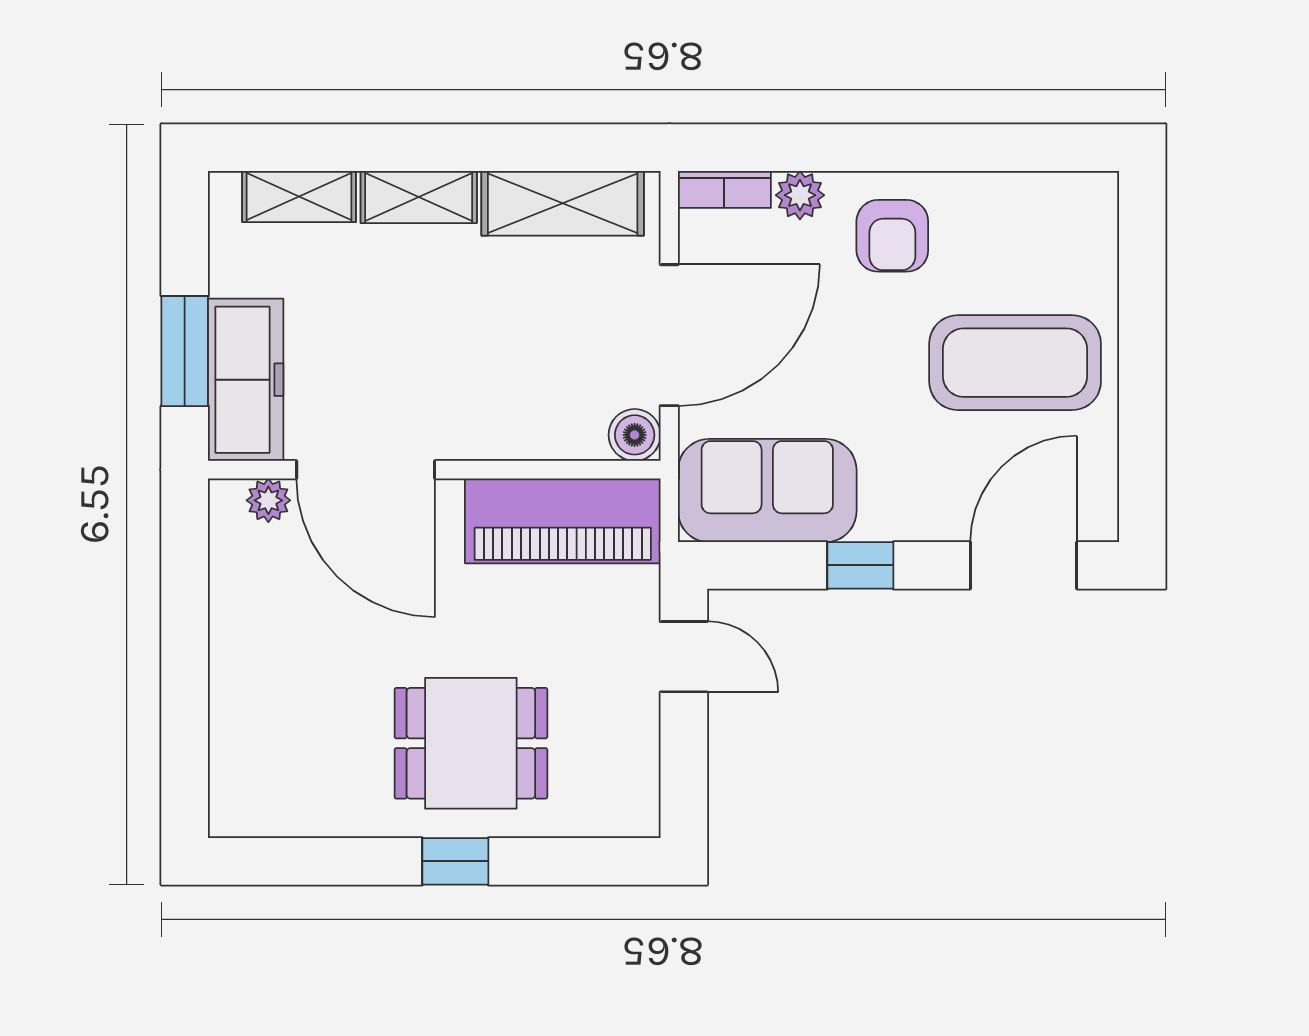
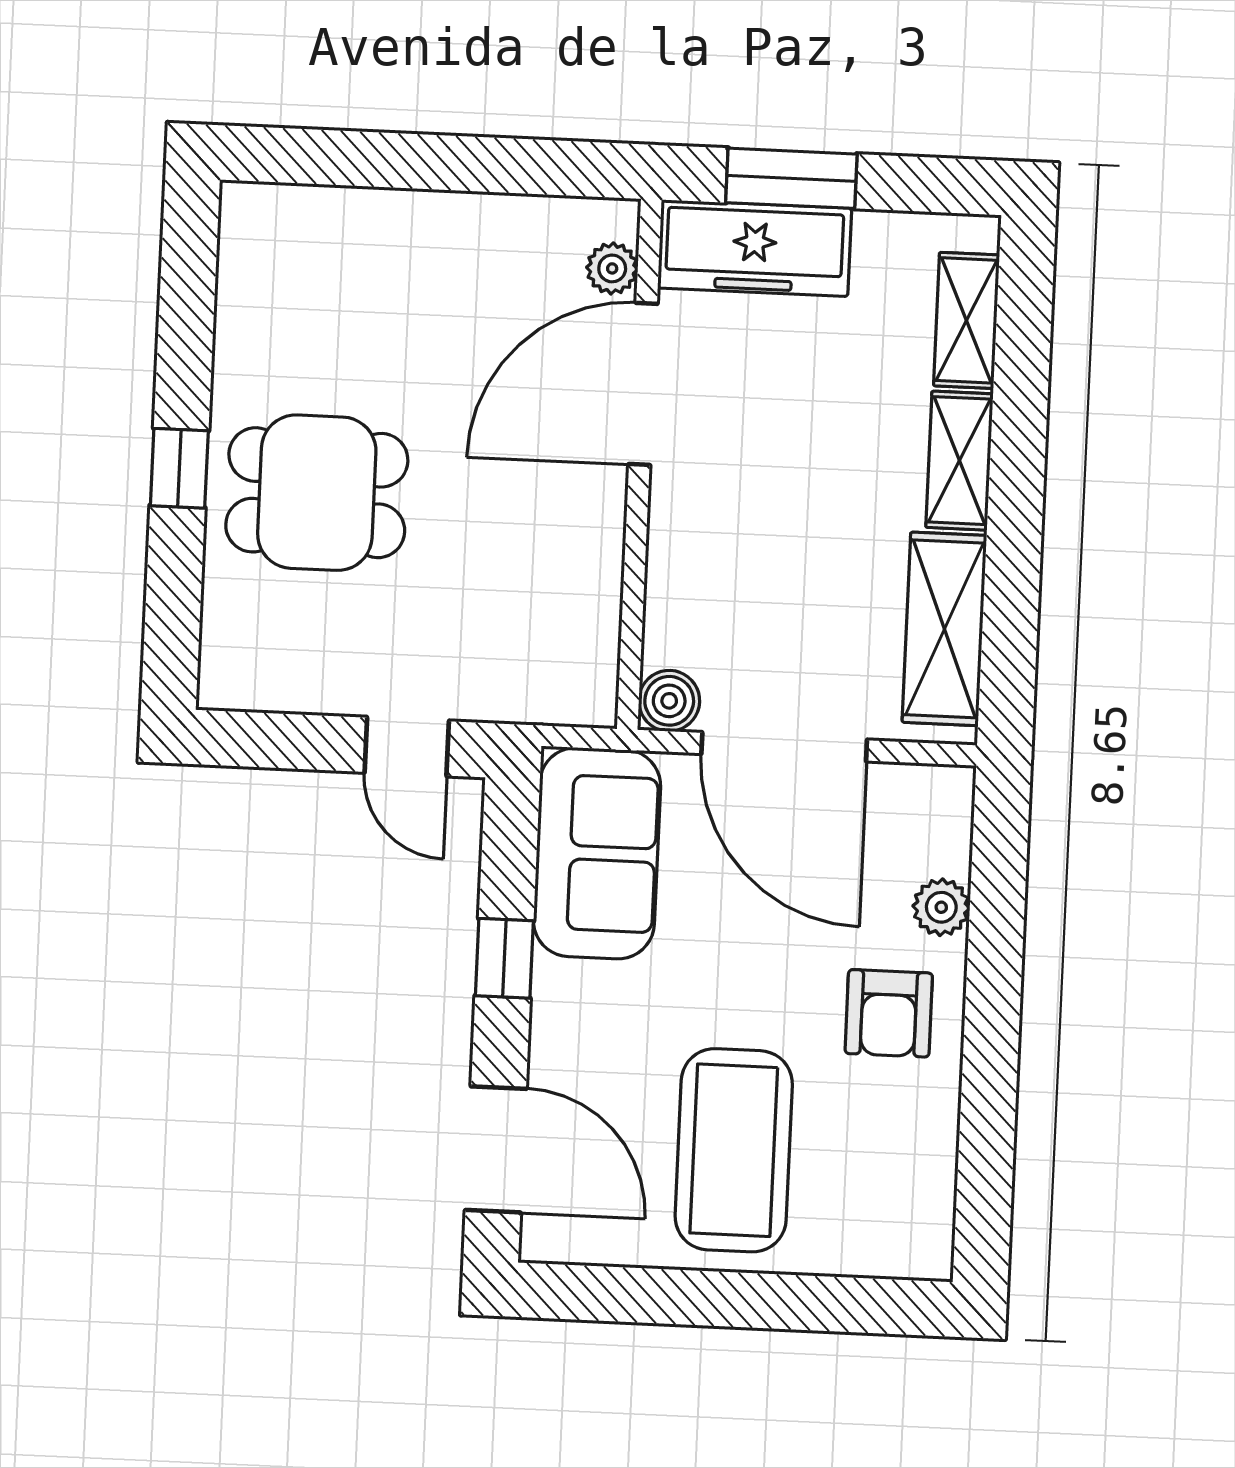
bookcase: (724, 189) -> (952, 819), removed
armchair: (892, 236) -> (889, 1013), turned -90
piano: (563, 521) -> (572, 612), removed
door: (684, 657) -> (407, 747), hinge flipped
dining table: (471, 743) -> (317, 493), turned 90

